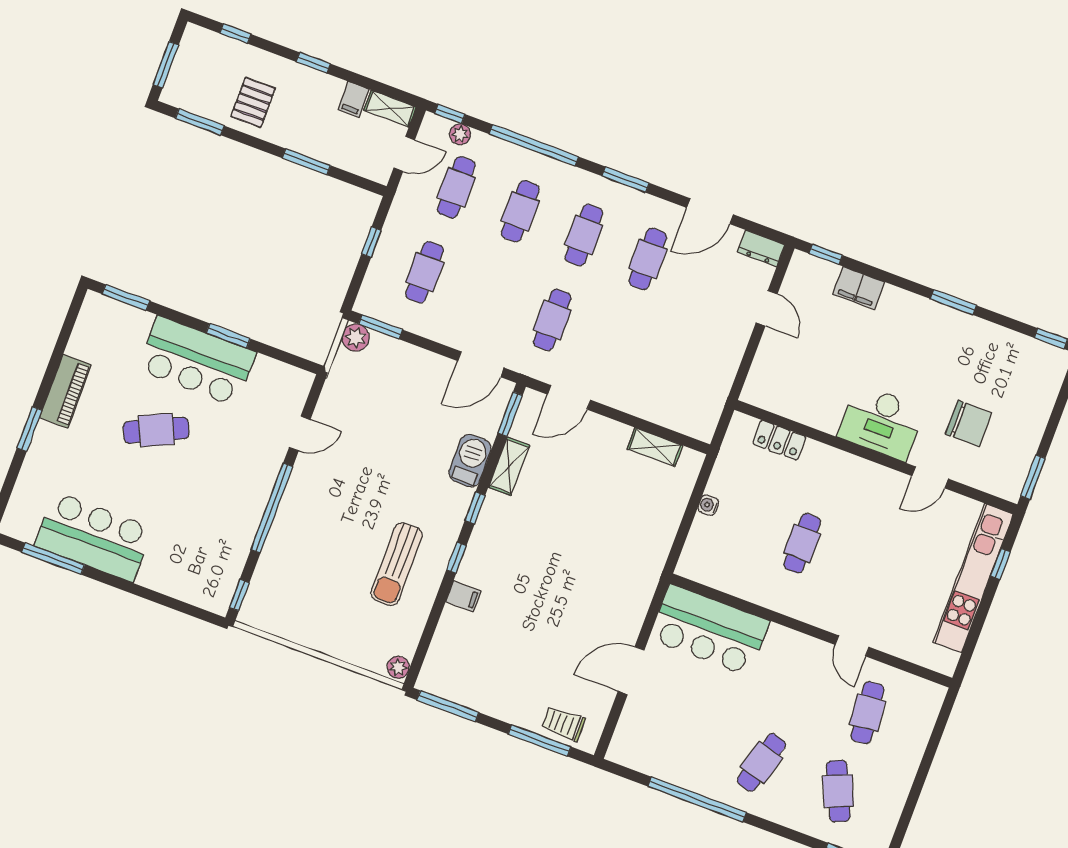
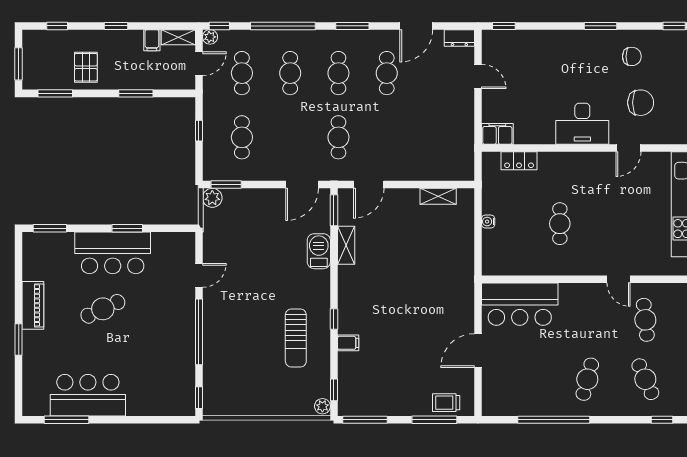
plant: (460, 134) -> (210, 37), moved
filing cabinet: (859, 288) -> (497, 134), moved, turned 180
chair: (980, 358) -> (632, 56), added
window: (475, 508) -> (334, 390), moved

